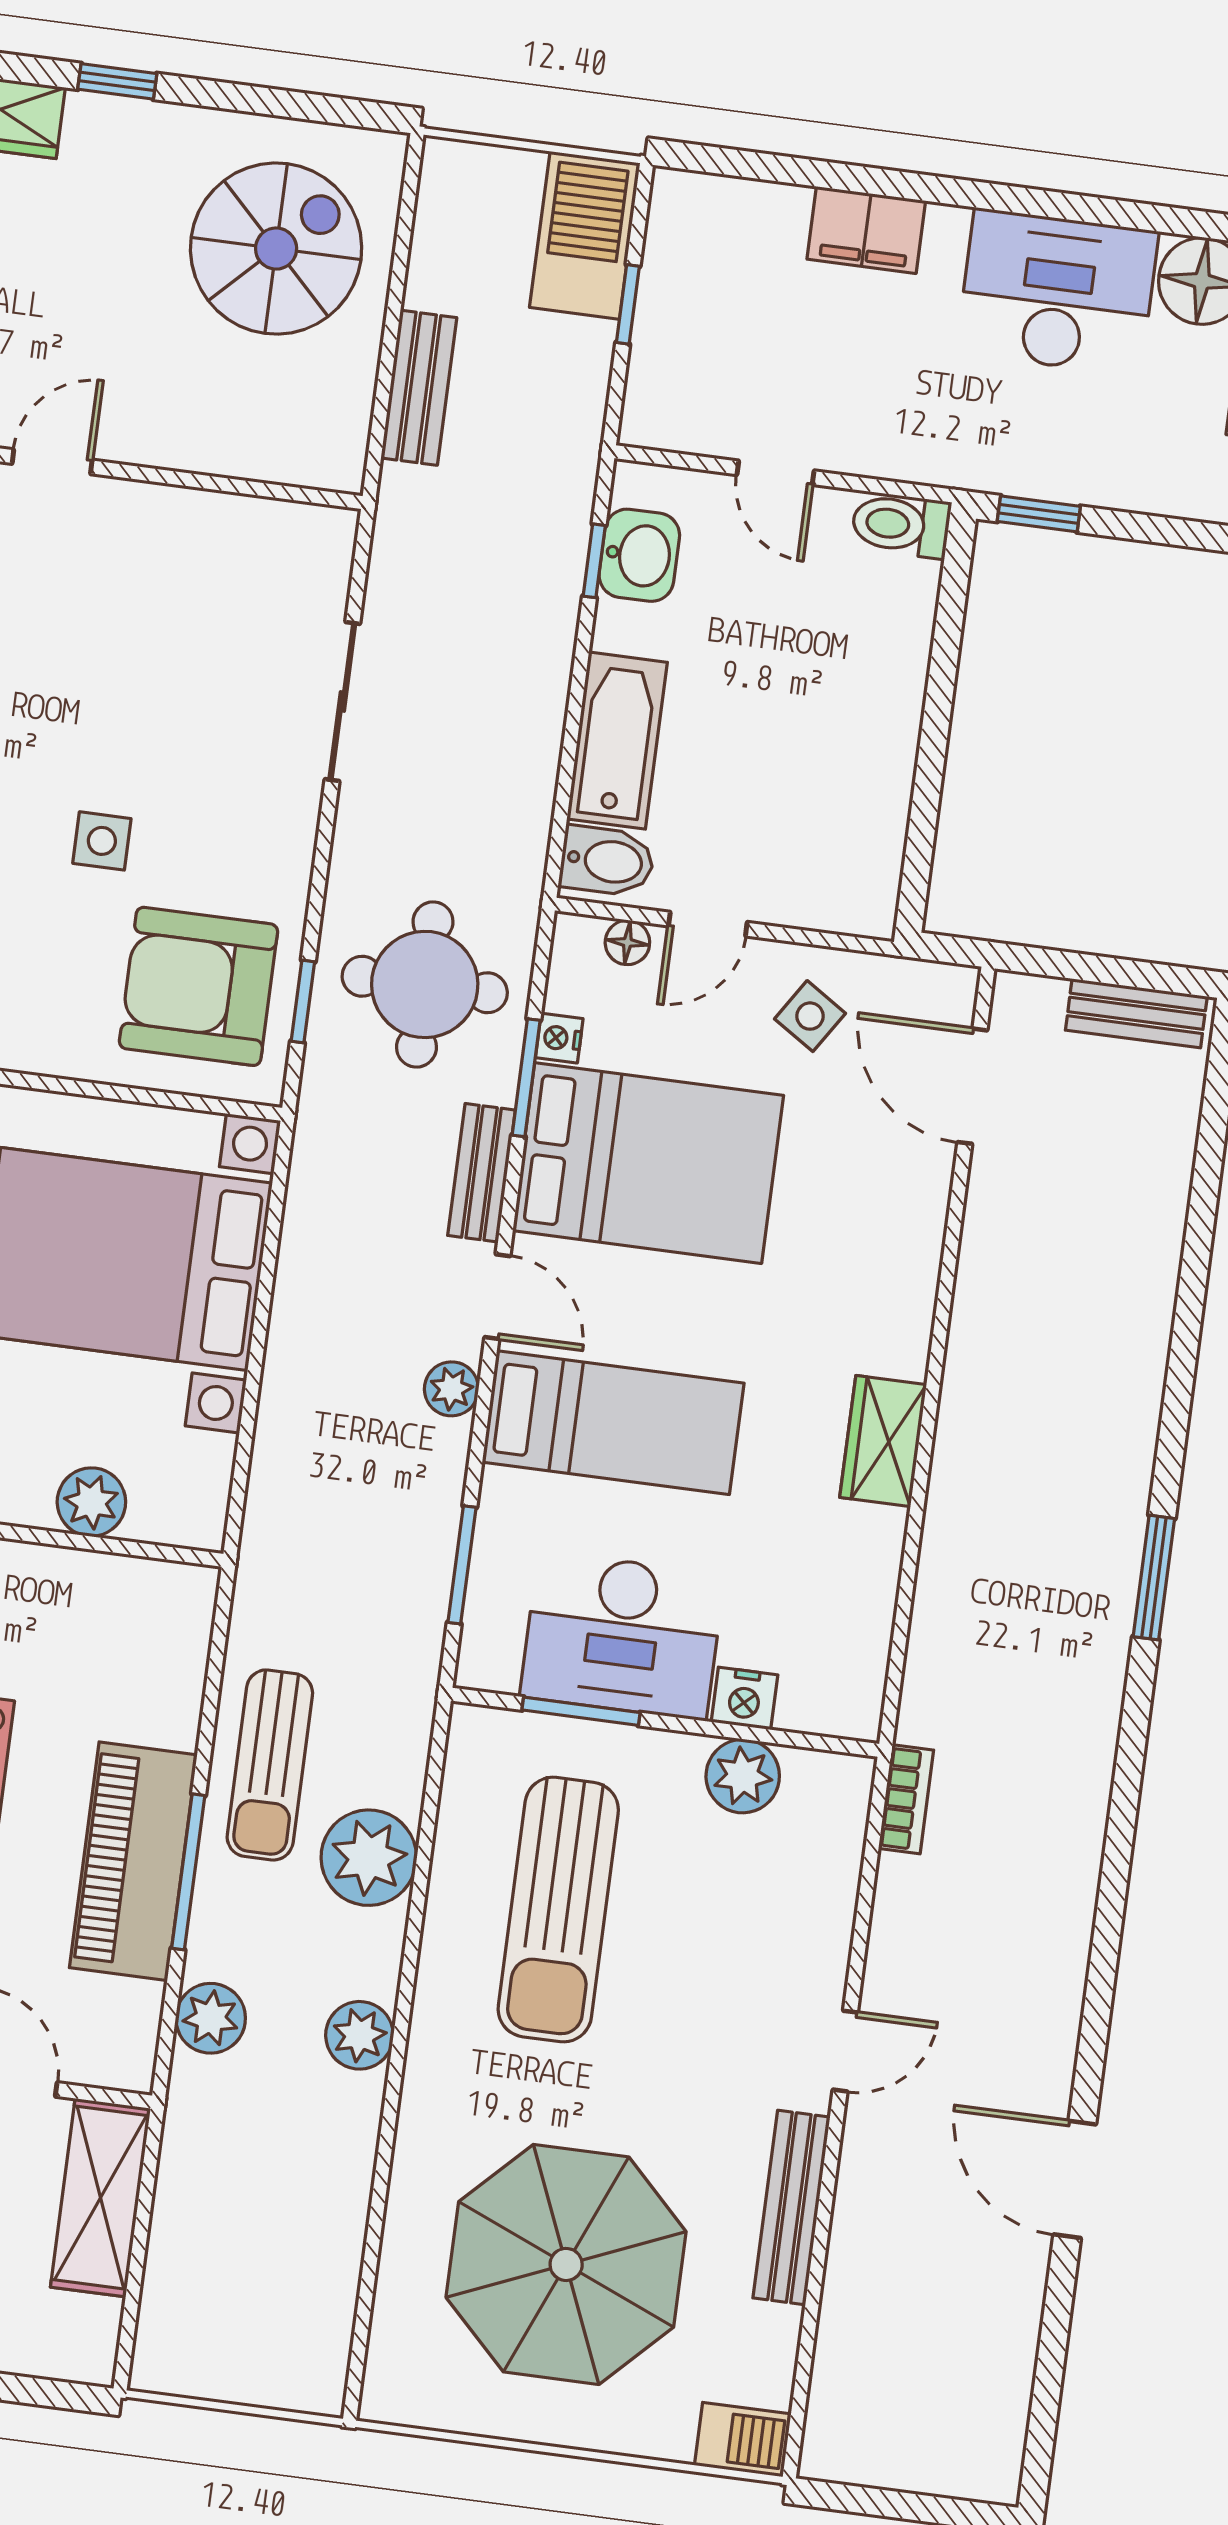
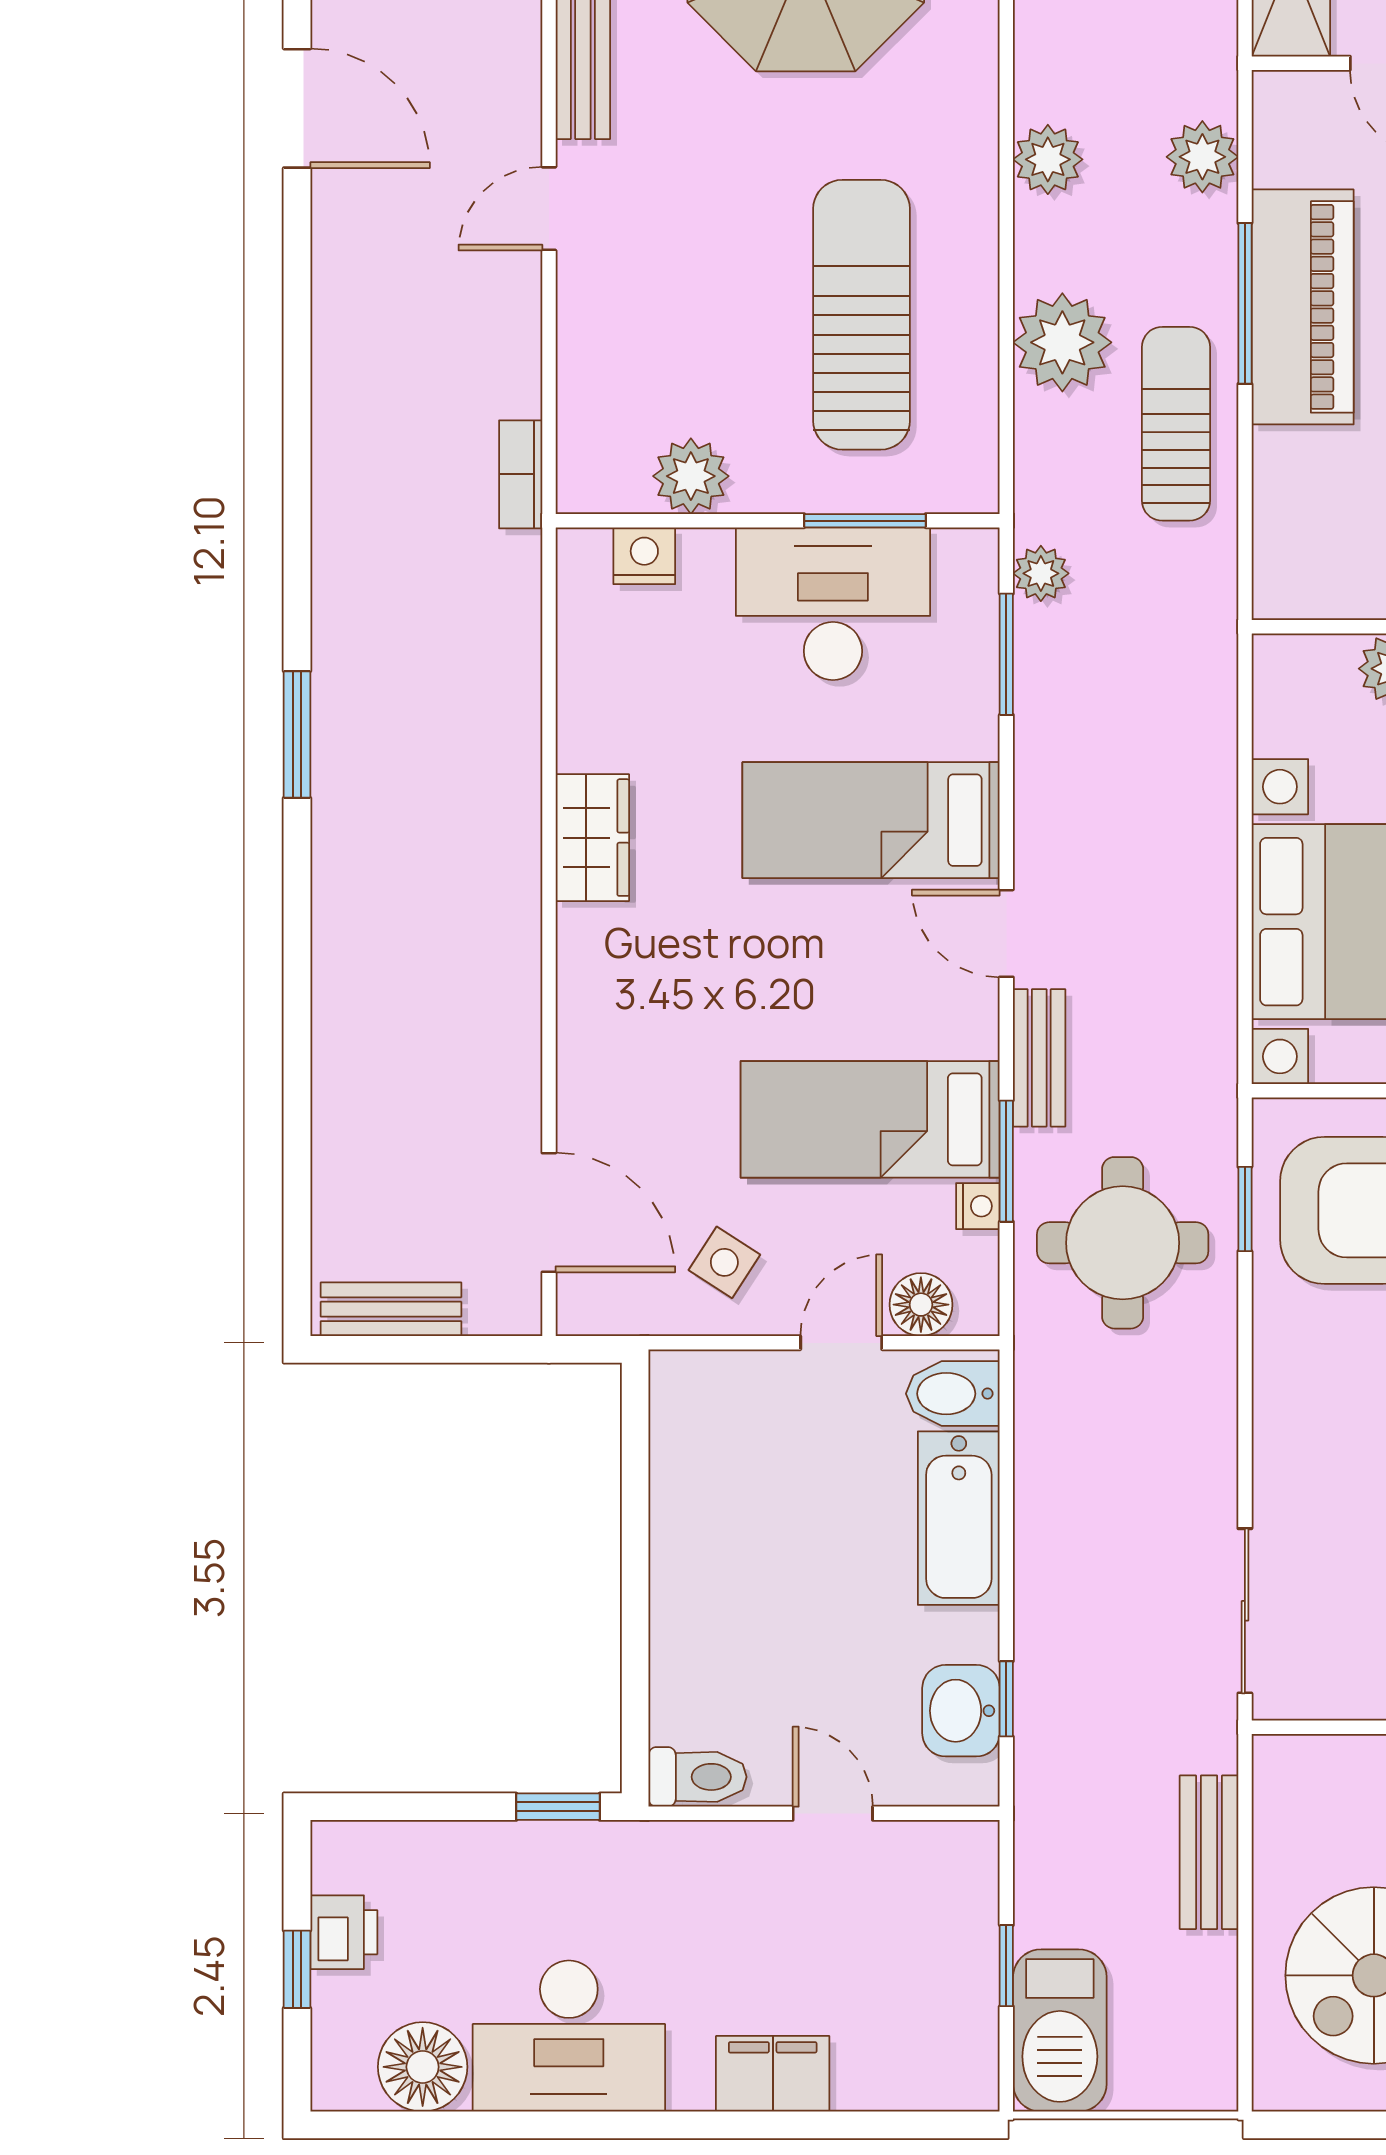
sliding door: (342, 701) -> (1245, 1611), moved
floor lamp: (627, 942) -> (921, 1305), width x1.37, depth x1.37
bed: (648, 1163) -> (870, 1119), width x0.67
plant: (451, 1389) -> (1041, 573), moved
nightstand: (745, 1698) -> (644, 556), moved

